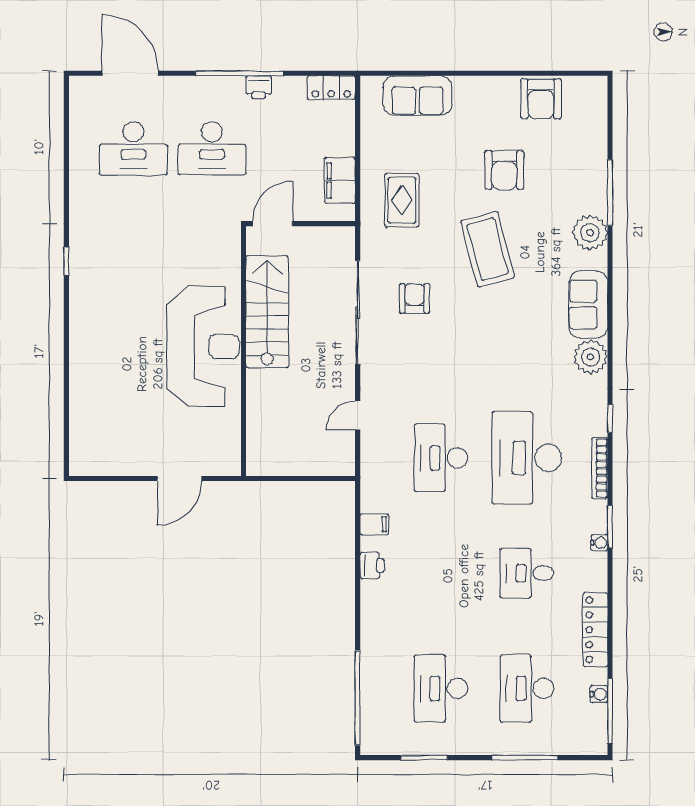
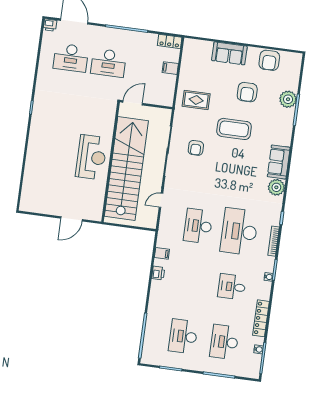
printer: (259, 87) -> (50, 25), moved
sofa: (417, 95) -> (229, 53), moved
filing cabinet: (340, 180) -> (170, 68), moved, width x0.50
rug: (402, 200) -> (196, 100), turned 90
plant: (590, 233) -> (288, 99), moved
coffee table: (488, 249) -> (234, 129), turned -75
armchair: (414, 298) -> (196, 148), turned 180
stairs: (267, 312) -> (126, 169), width x1.86, depth x1.51
reception desk: (203, 347) -> (91, 157), width x0.74, depth x0.77

